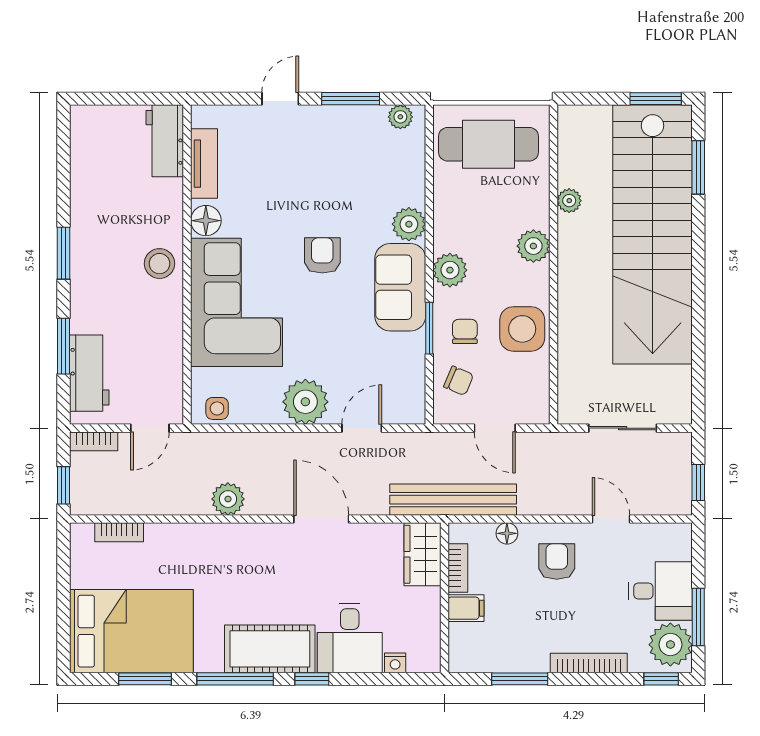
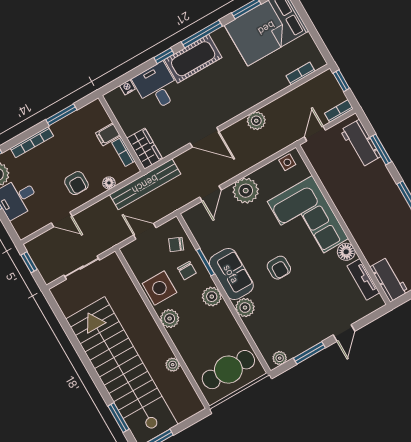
plant: (533, 246) -> (170, 319), moved
stool: (160, 264) -> (357, 217), removed

